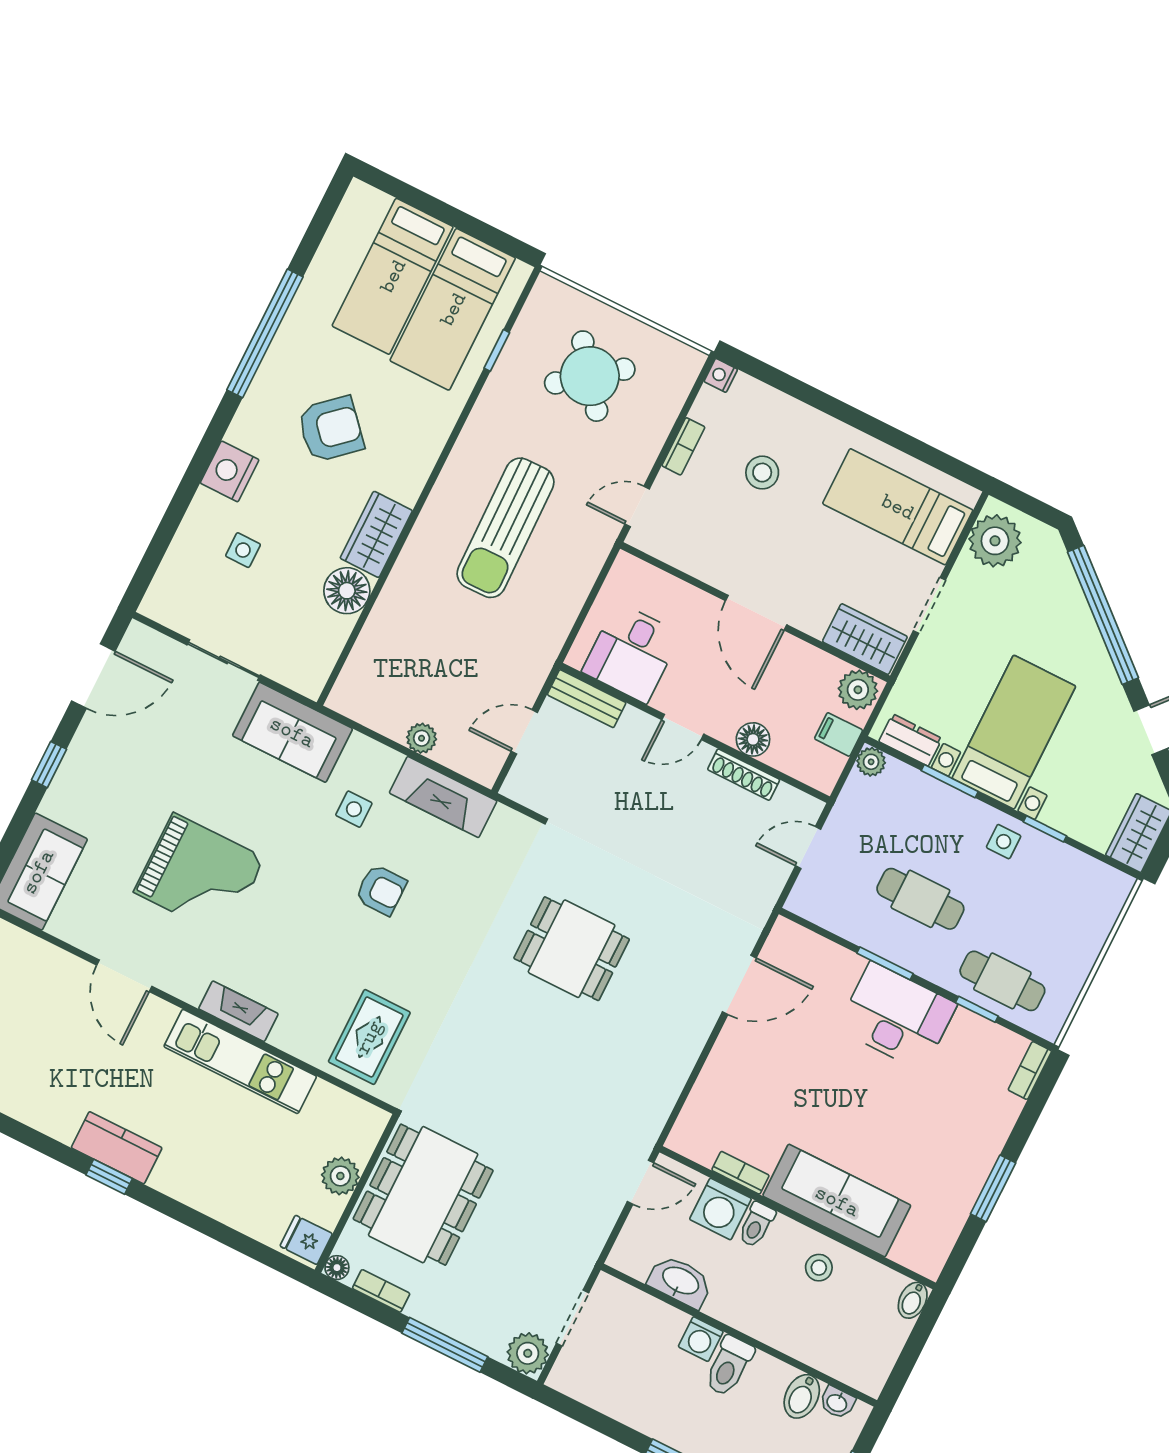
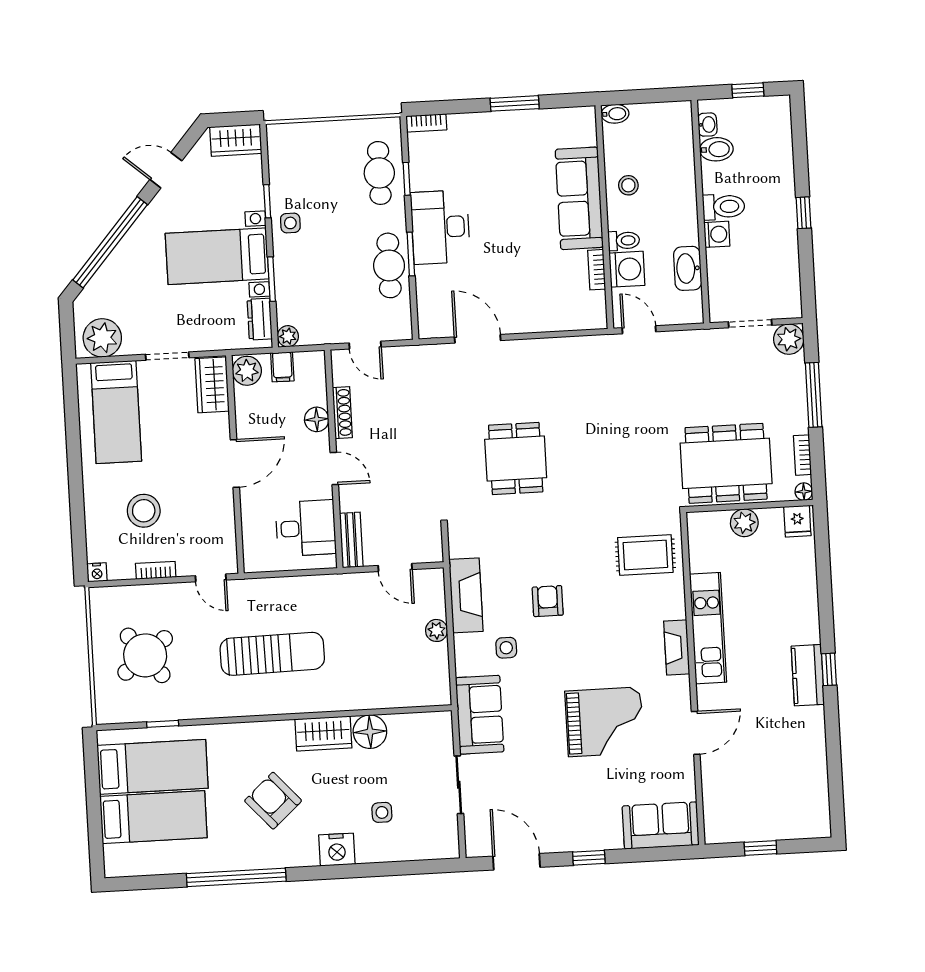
stool: (762, 473) -> (144, 511), width x1.38, depth x1.38
grand piano: (199, 875) -> (604, 722), turned 90
cafe table: (920, 899) -> (389, 265), moved

